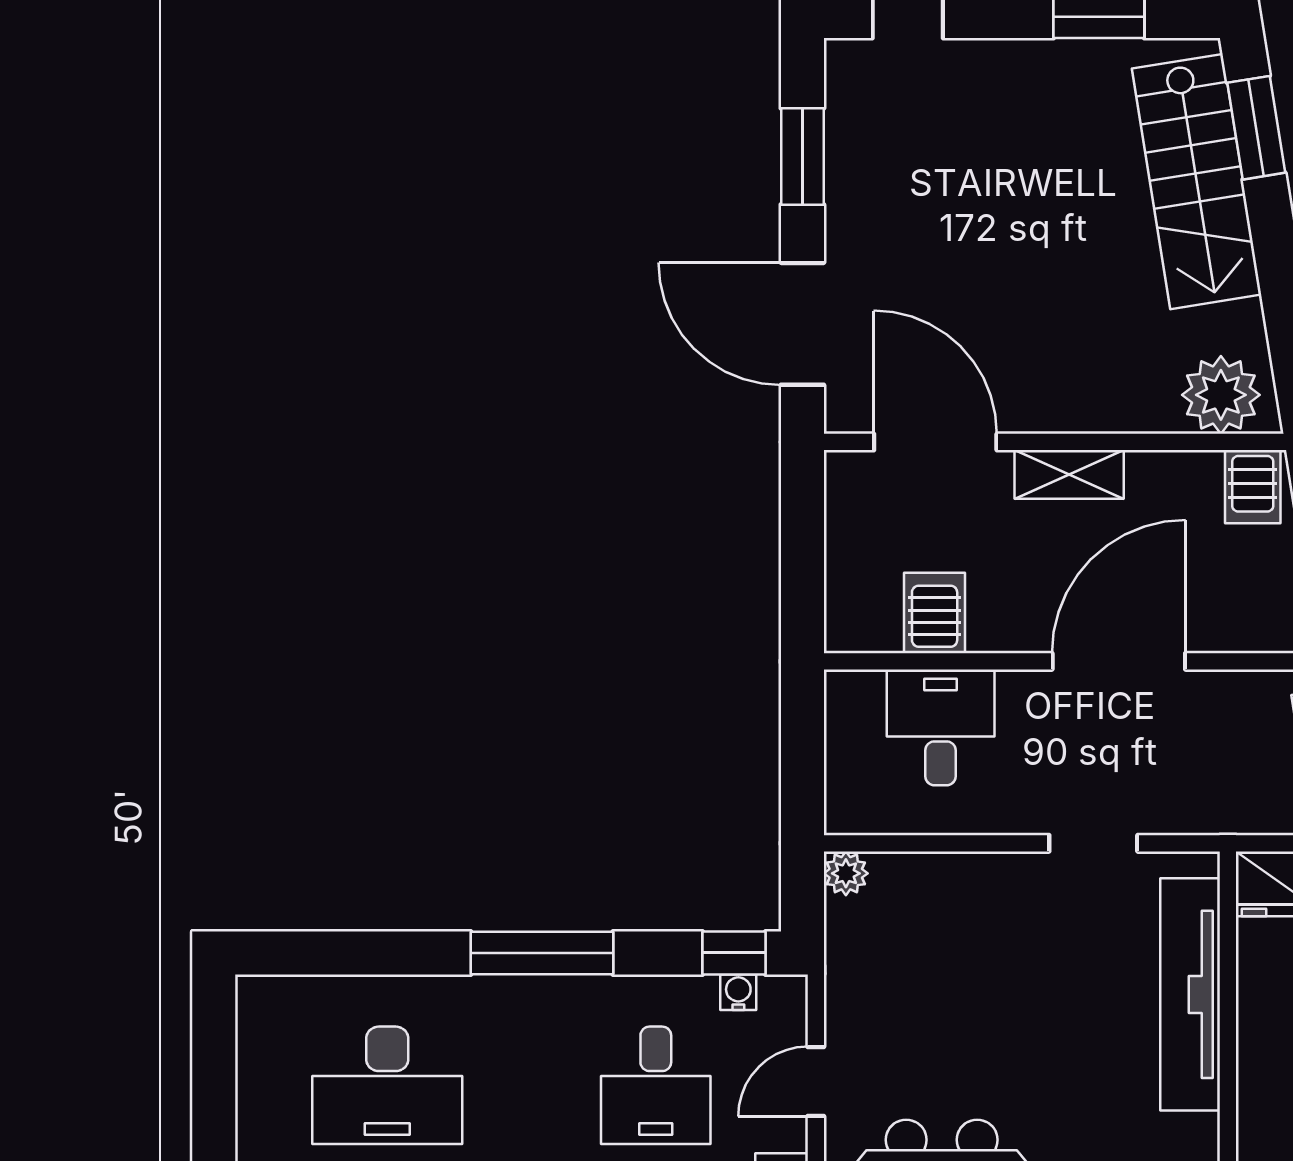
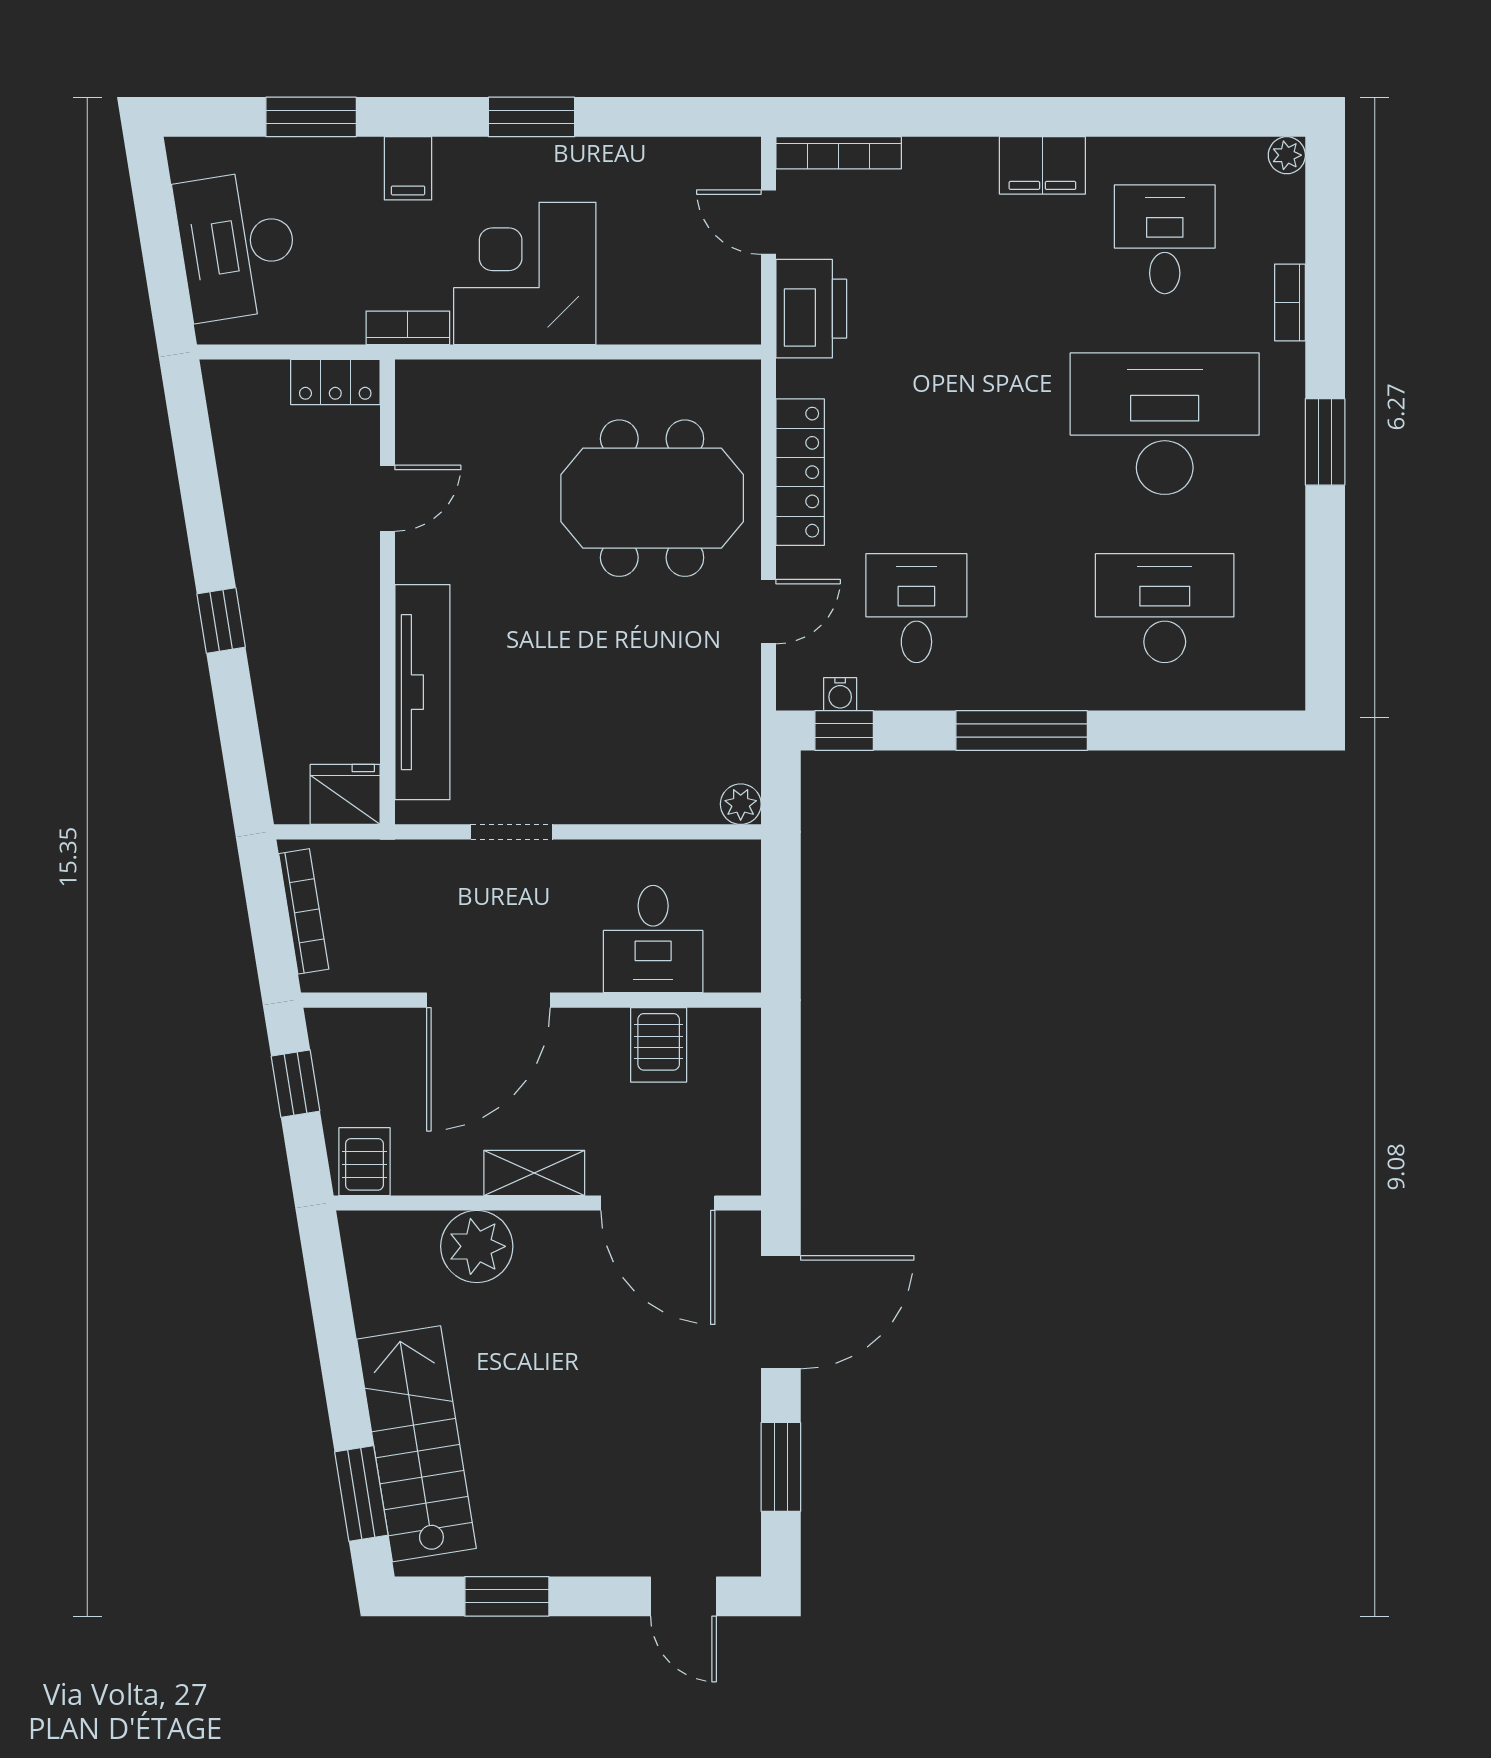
door: (802, 324) -> (781, 1312), hinge flipped
plant: (1221, 395) -> (477, 1246), moved

